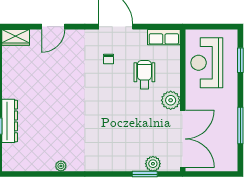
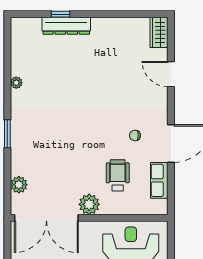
row of seats: (164, 37) -> (159, 180), moved
wheelchair: (144, 75) -> (118, 175), turned -90
window: (145, 174) -> (7, 134), moved

